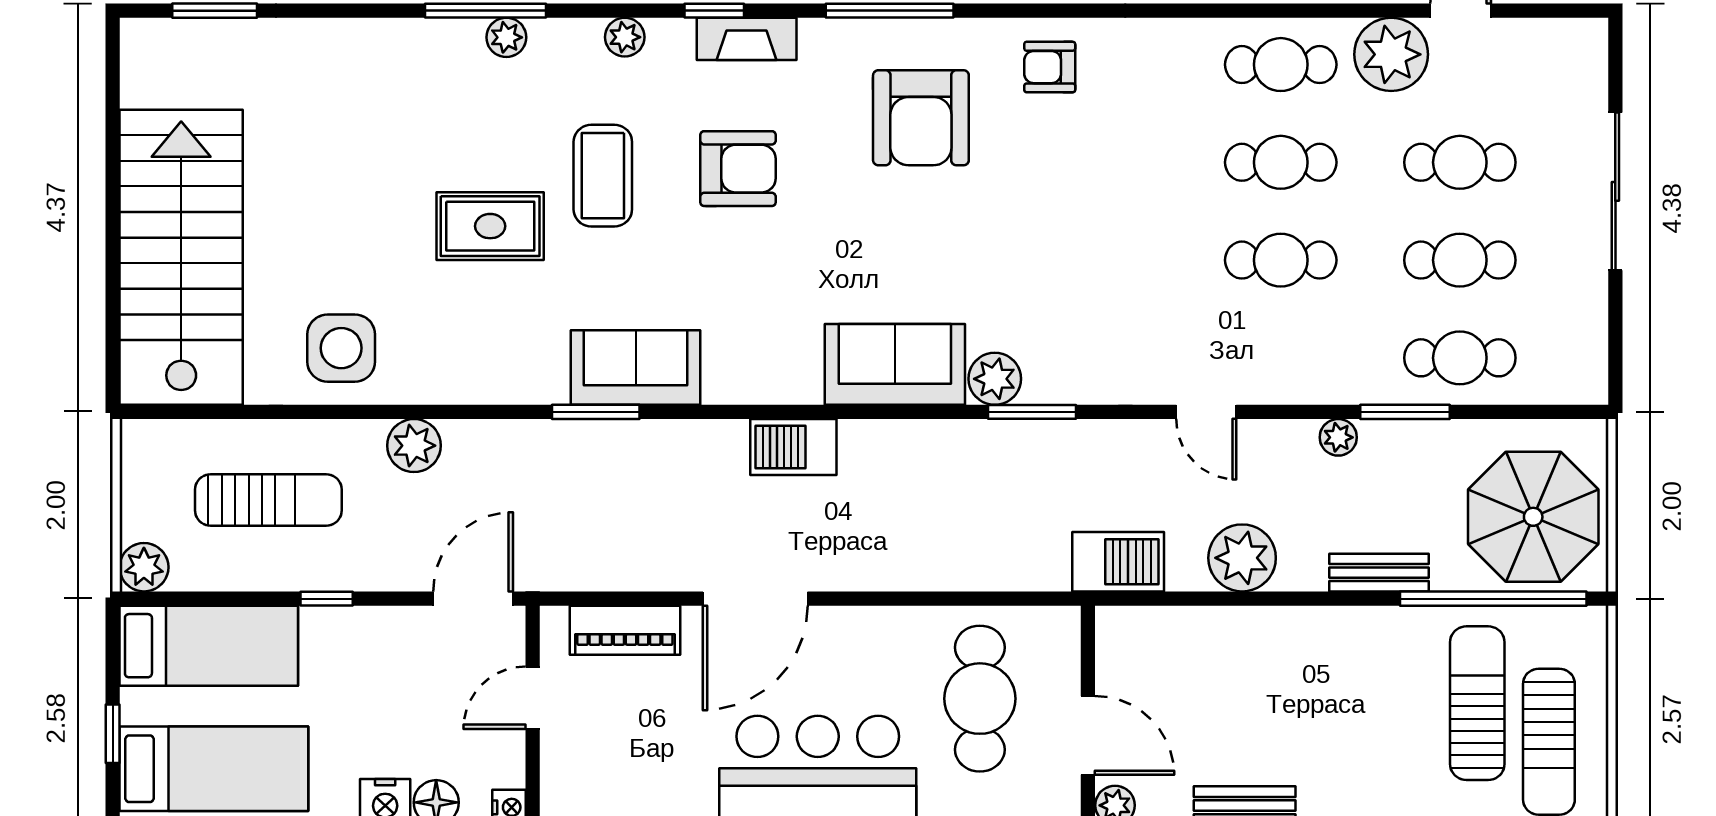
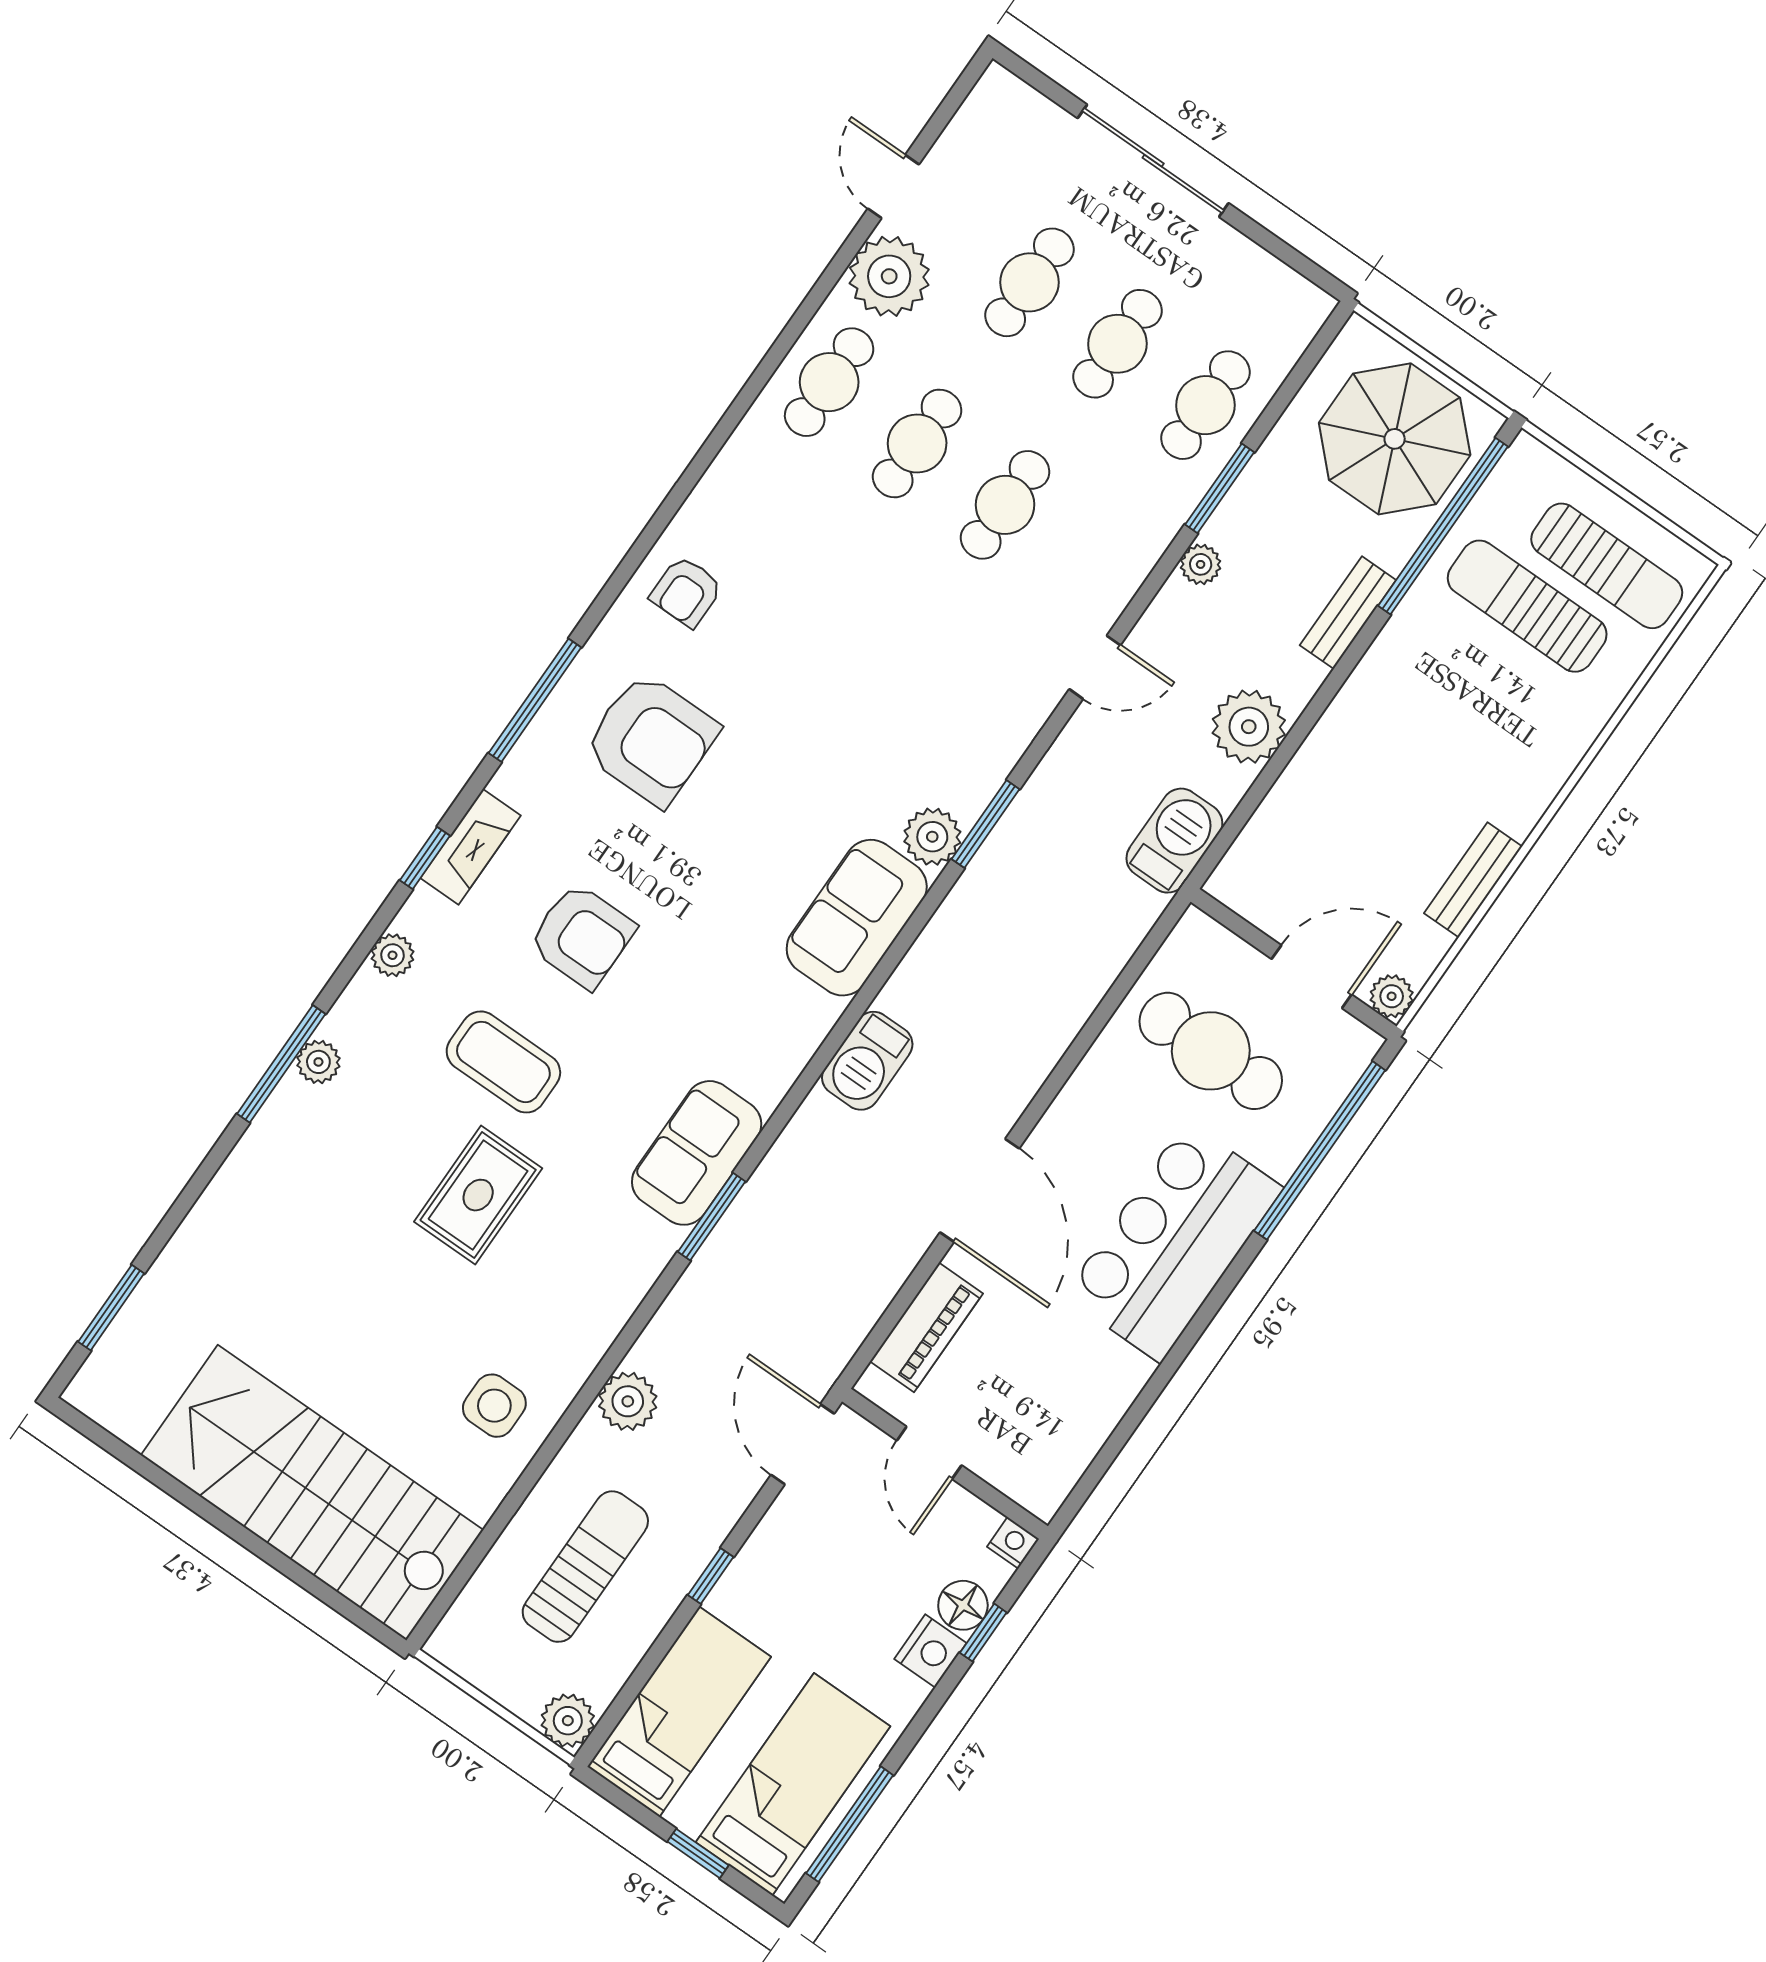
armchair: (738, 169) -> (582, 936), turned 90
side table: (341, 348) -> (494, 1406), width x0.73, depth x0.73

